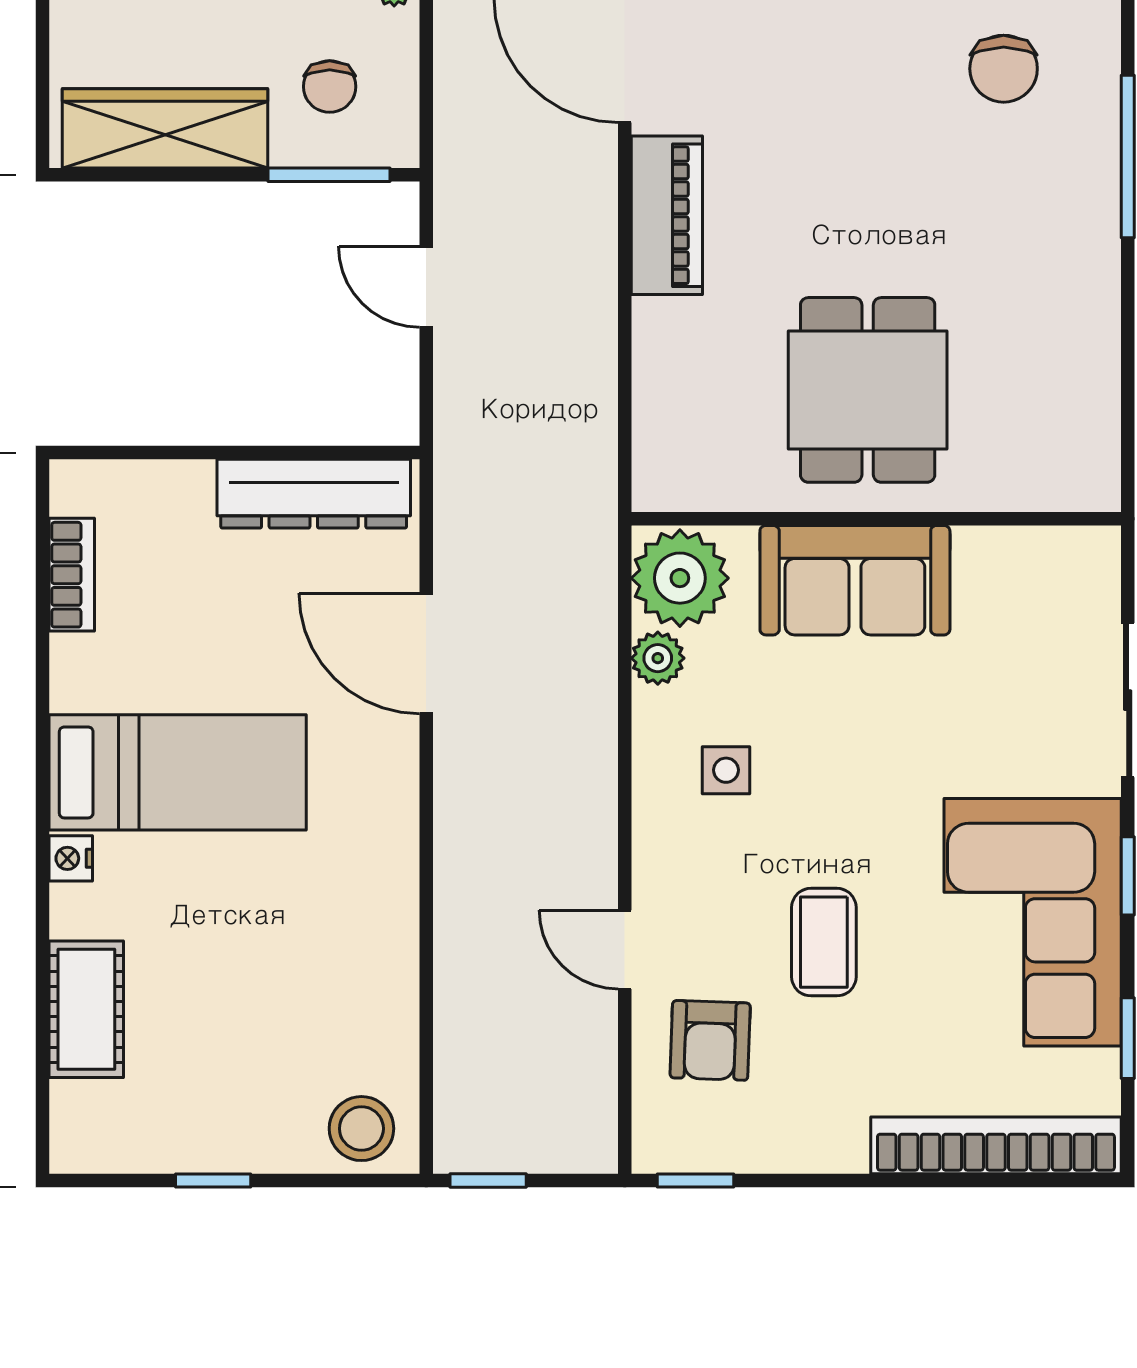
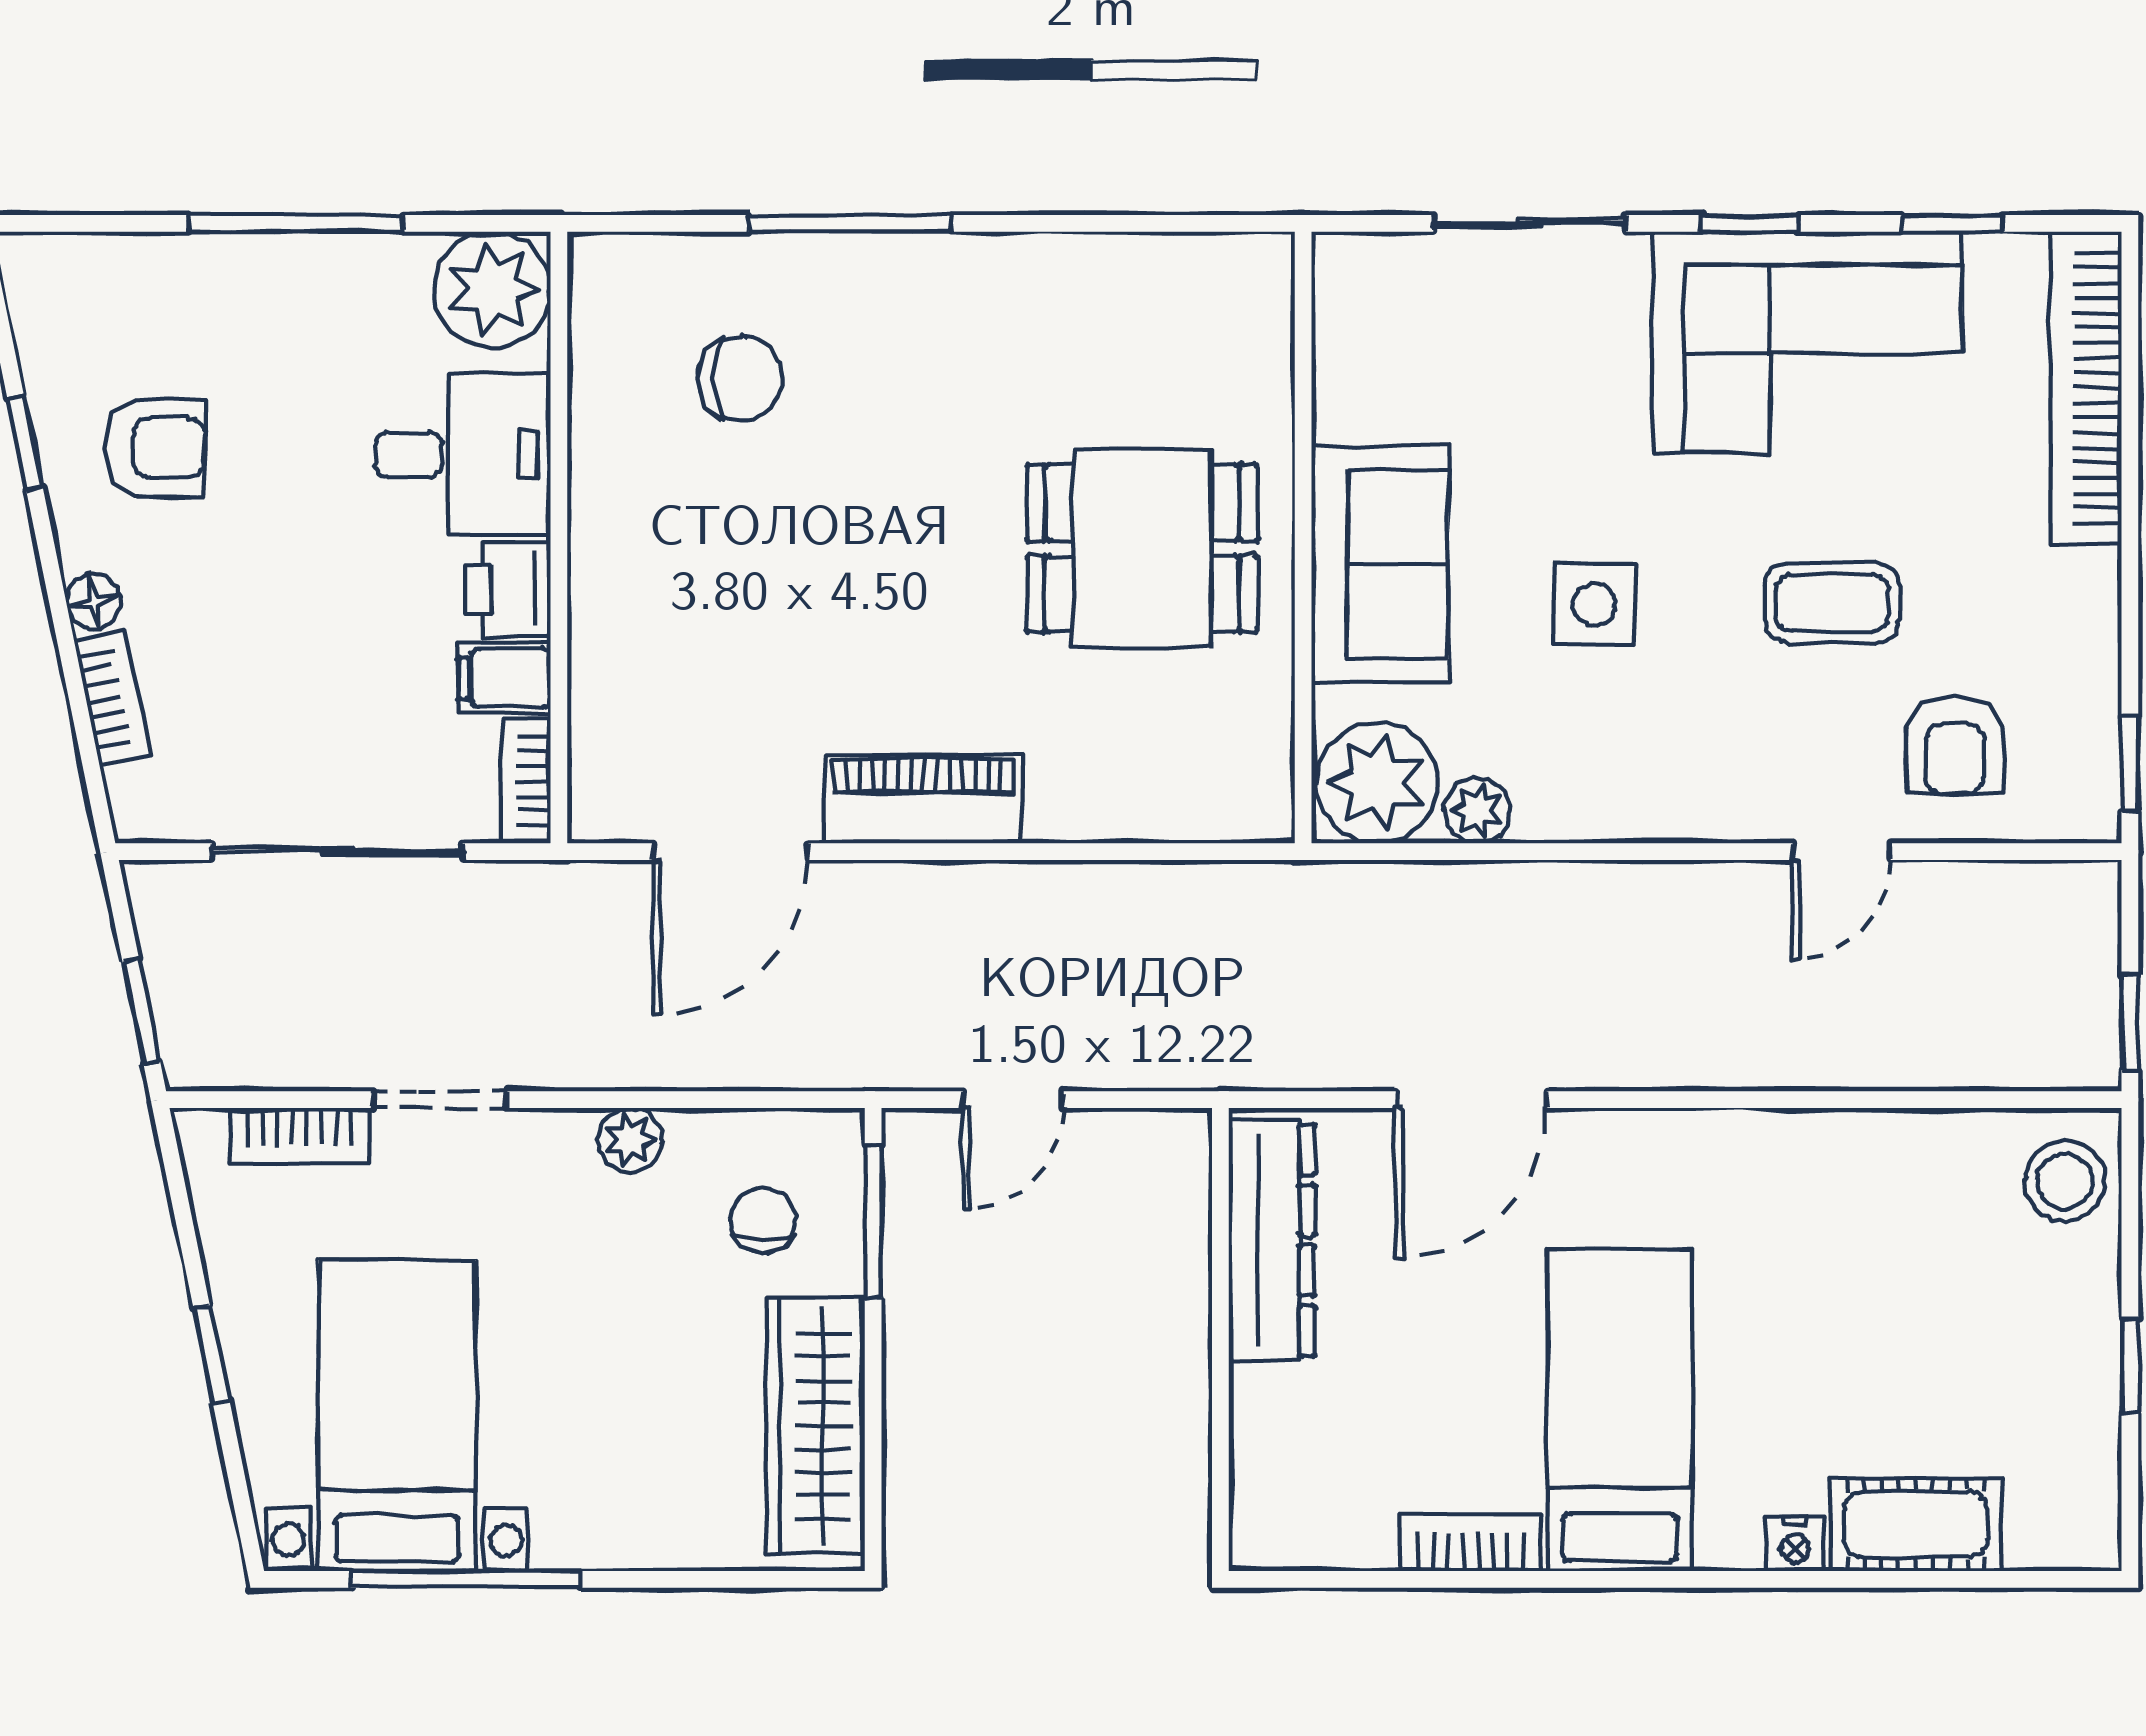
chair: (330, 87) -> (763, 1221), turned -90
bookcase: (72, 575) -> (1471, 1543), moved
side table: (726, 770) -> (1594, 605), moved, width x1.37, depth x1.37
nightstand: (71, 858) -> (1795, 1544), moved
armchair: (710, 1040) -> (1955, 745), turned 88

